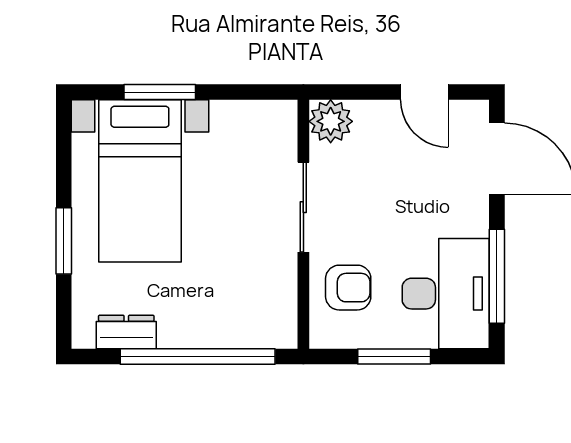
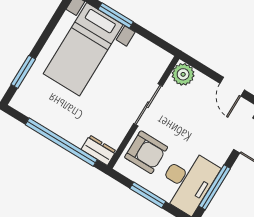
window: (64, 241) -> (23, 72), moved
armchair: (348, 288) -> (146, 152), width x1.38, depth x1.38
dresser: (126, 332) -> (99, 150), moved

